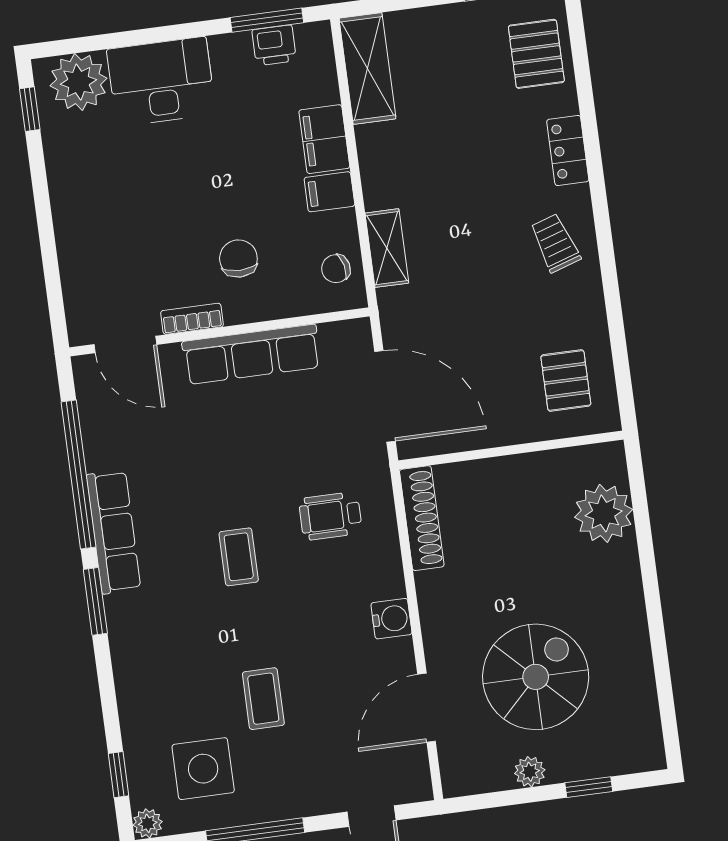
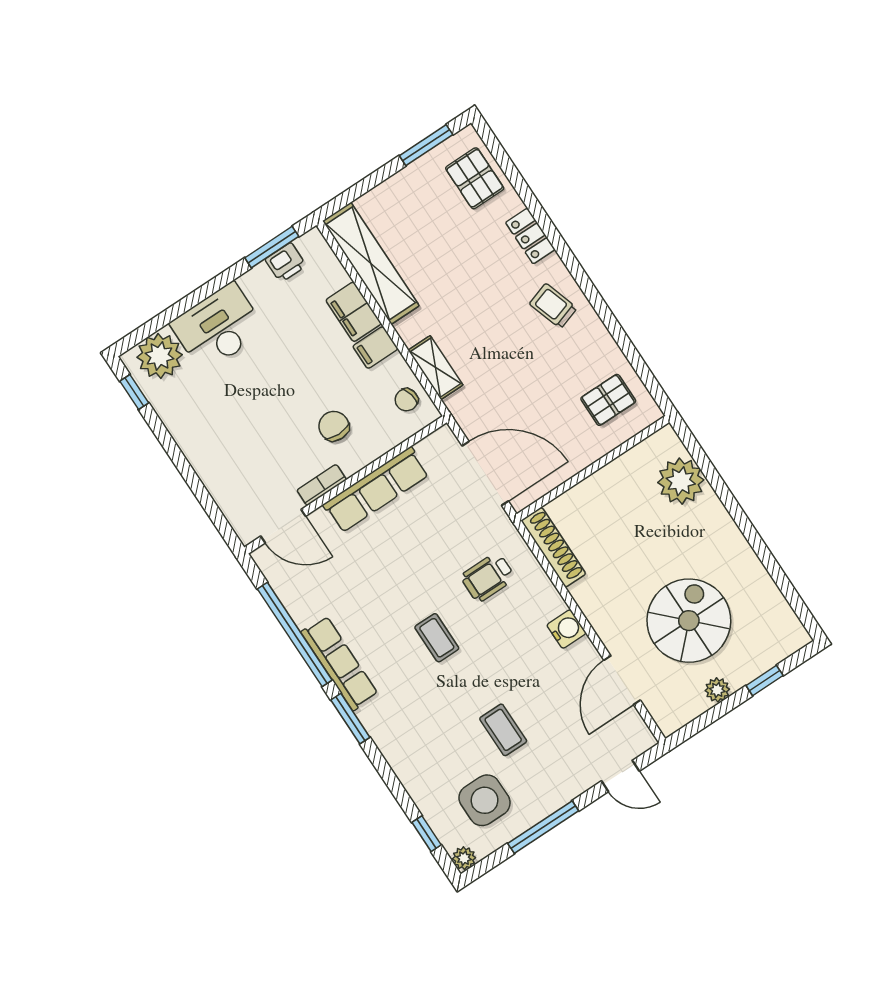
shelving: (368, 69) -> (371, 263), width x1.47
pallet: (566, 380) -> (608, 400), turned 90

